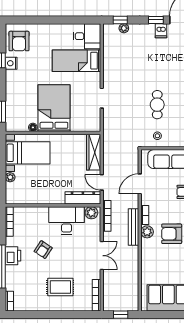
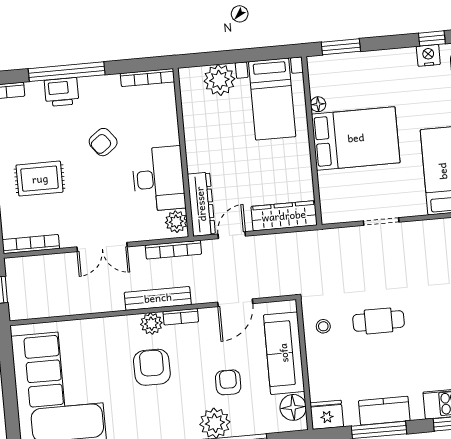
plant: (10, 177) -> (219, 80), width x1.87, depth x1.87
door: (140, 184) -> (235, 303), swing flipped
armchair: (43, 250) -> (103, 142), turned -71
printer: (13, 256) -> (62, 92), moved
rug: (60, 287) -> (40, 179), turned 90

